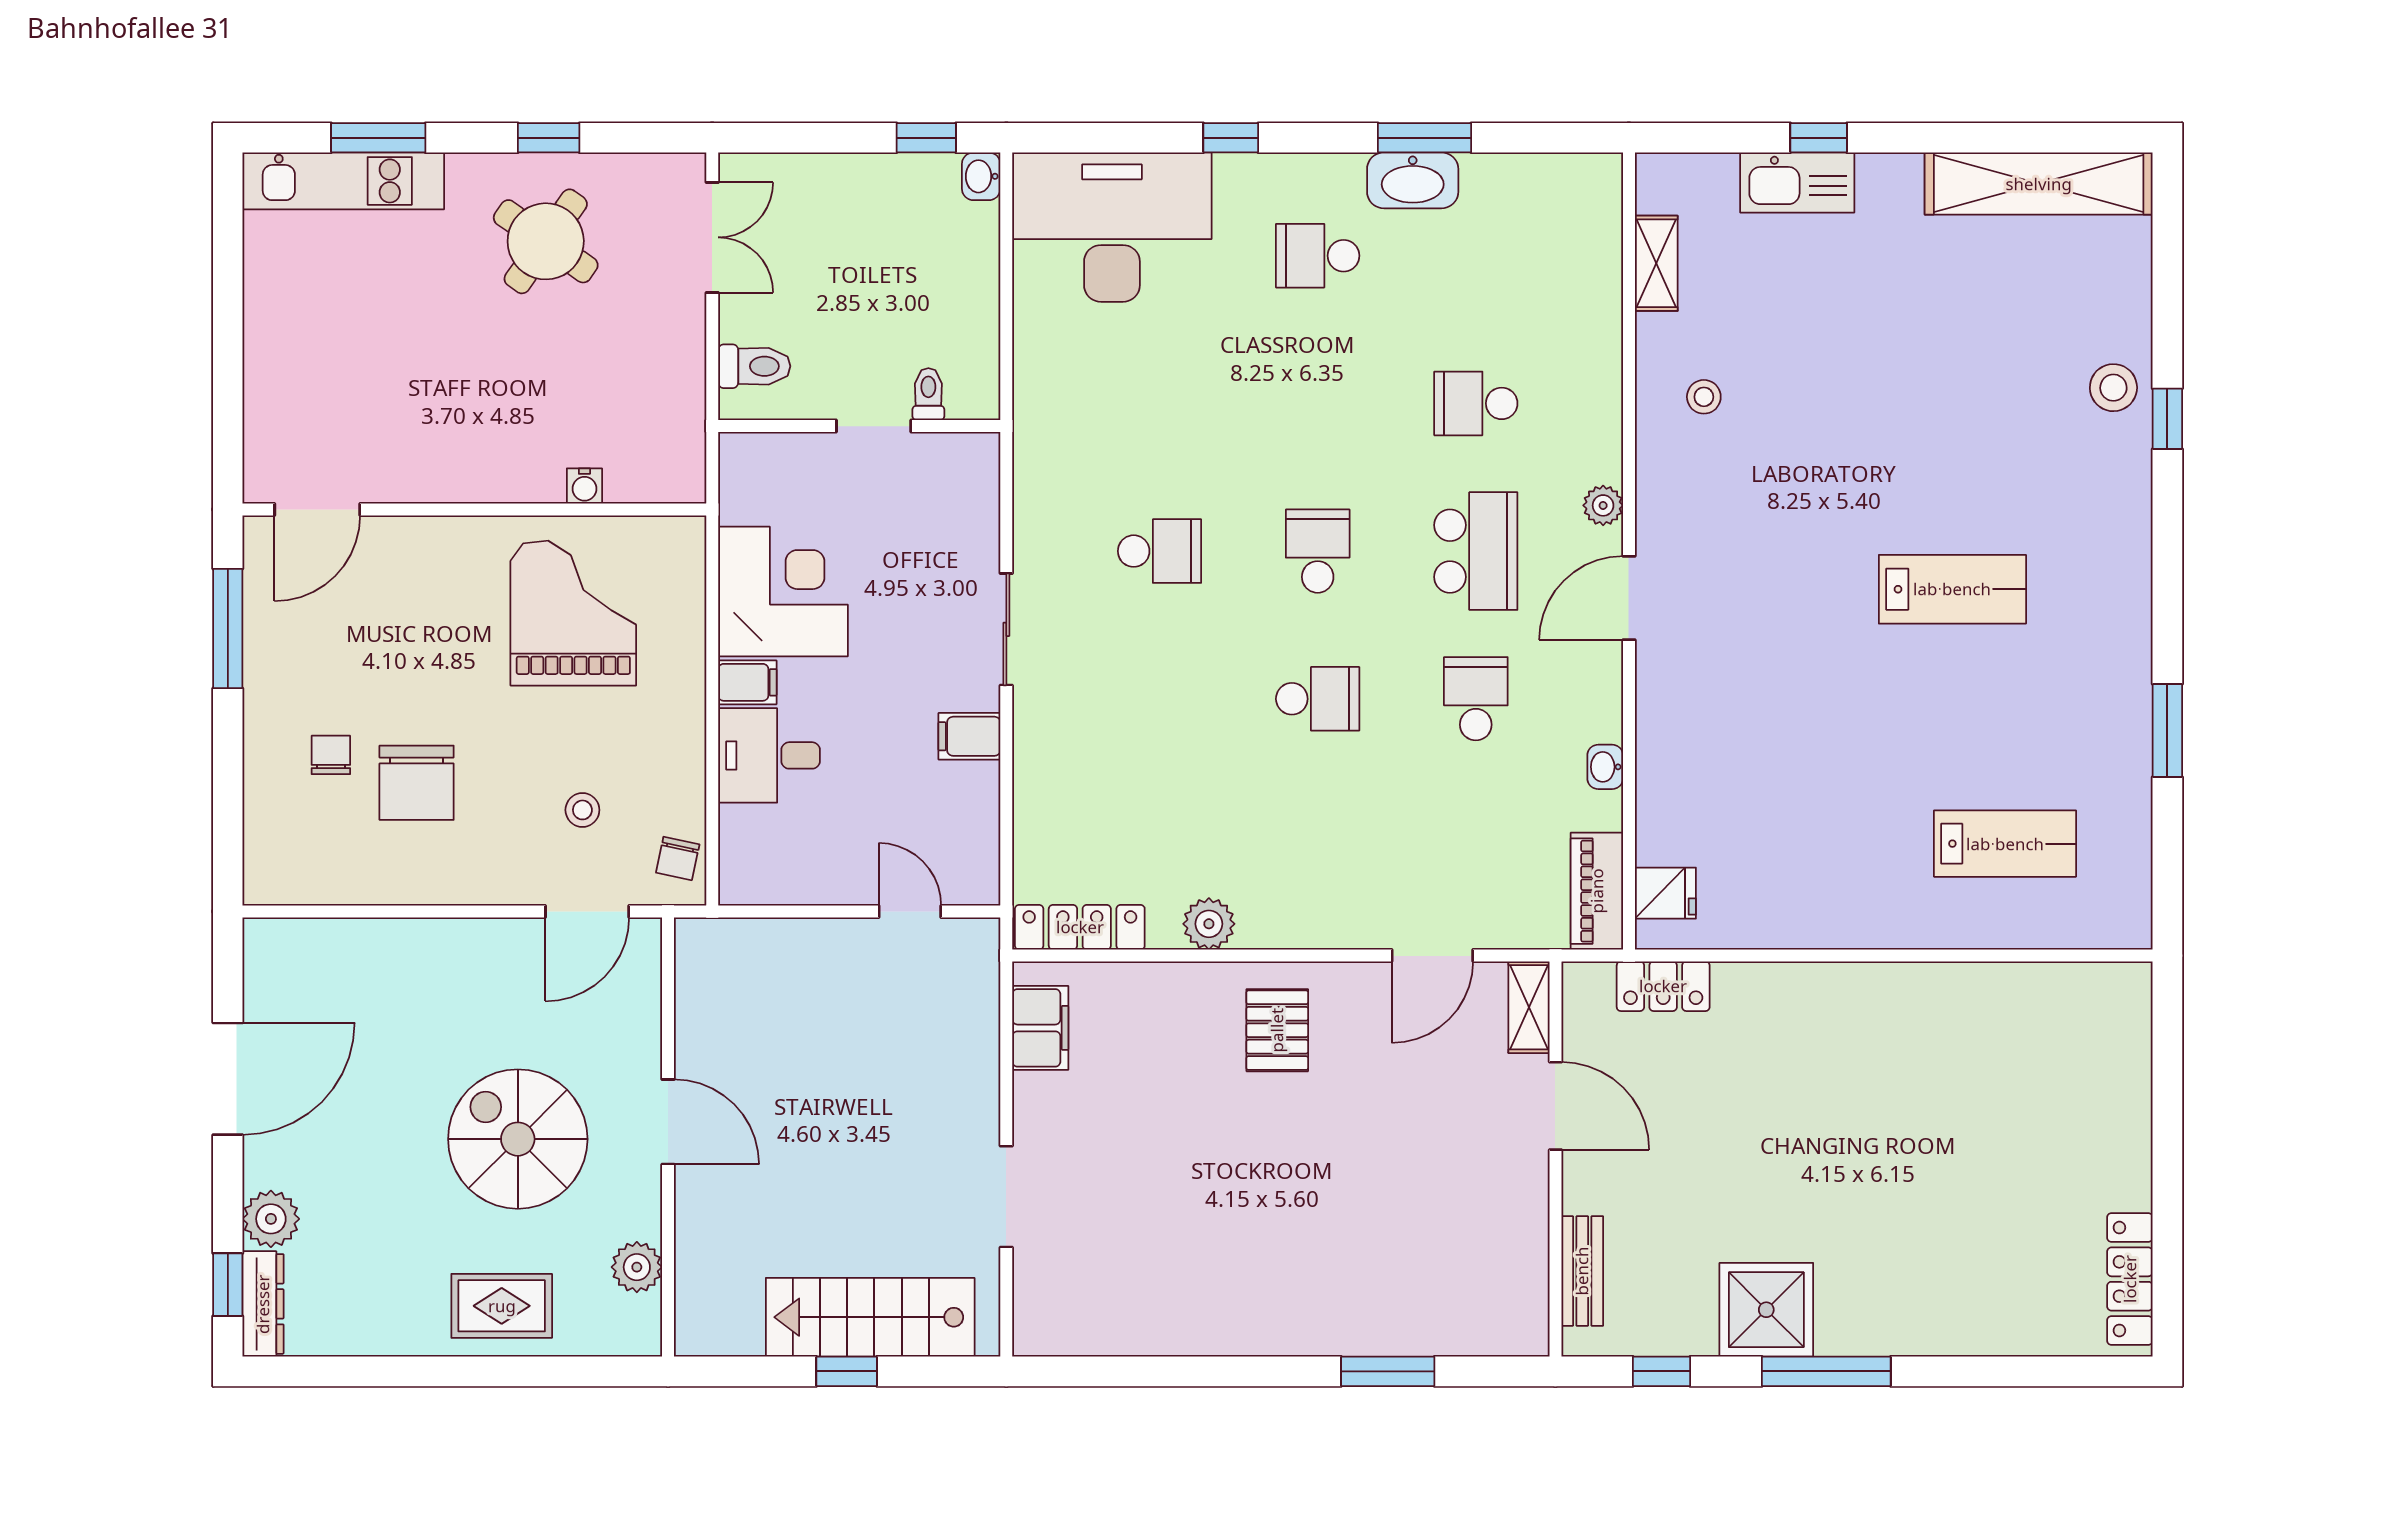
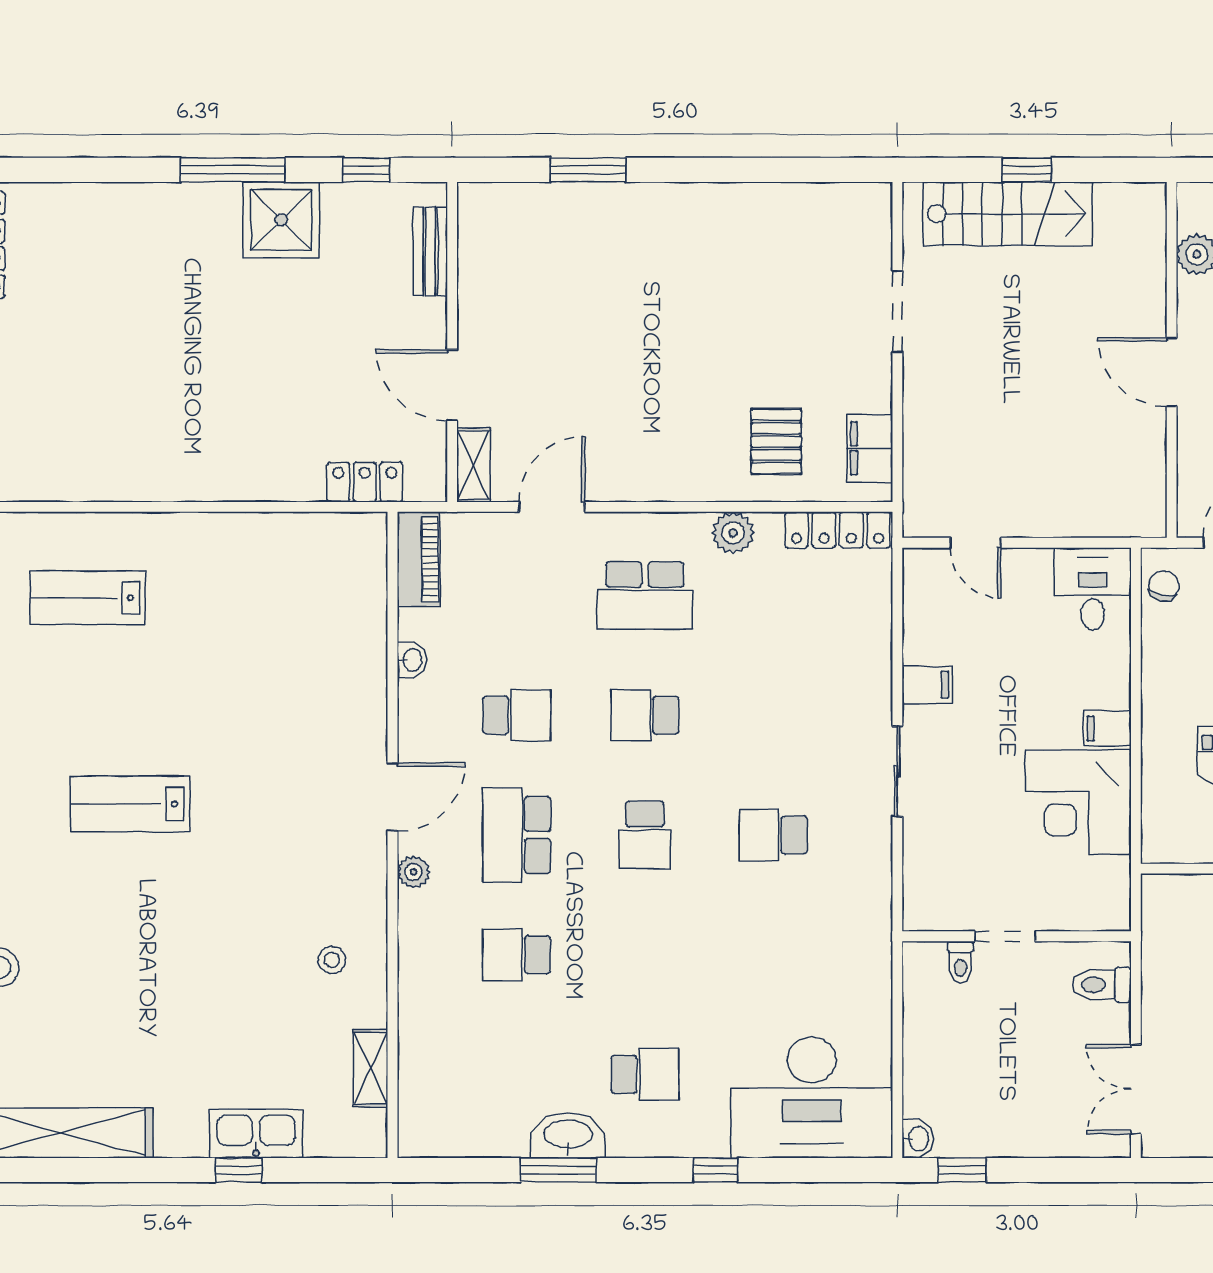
school desk: (1476, 403) -> (517, 955), turned 180
school desk: (1476, 699) -> (517, 715), turned -90
desk: (769, 755) -> (1093, 589), moved, turned -90
school desk: (1318, 846) -> (645, 595), added
fridge: (1665, 893) -> (363, 558), removed
pallet: (1277, 1030) -> (776, 442), moved

